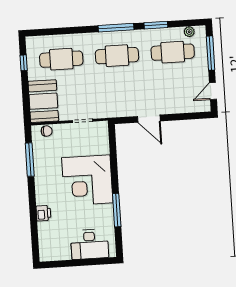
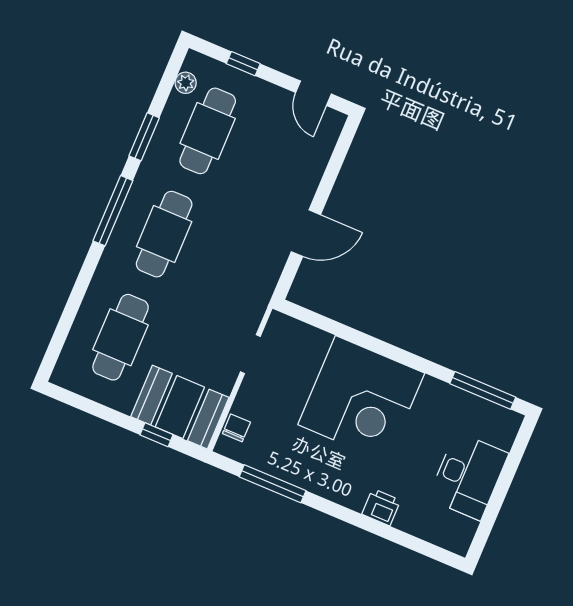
window: (211, 53) -> (243, 64), width x0.46
window: (24, 63) -> (156, 435), moved
window: (117, 210) -> (483, 390), moved
desk: (90, 244) -> (468, 476), moved

